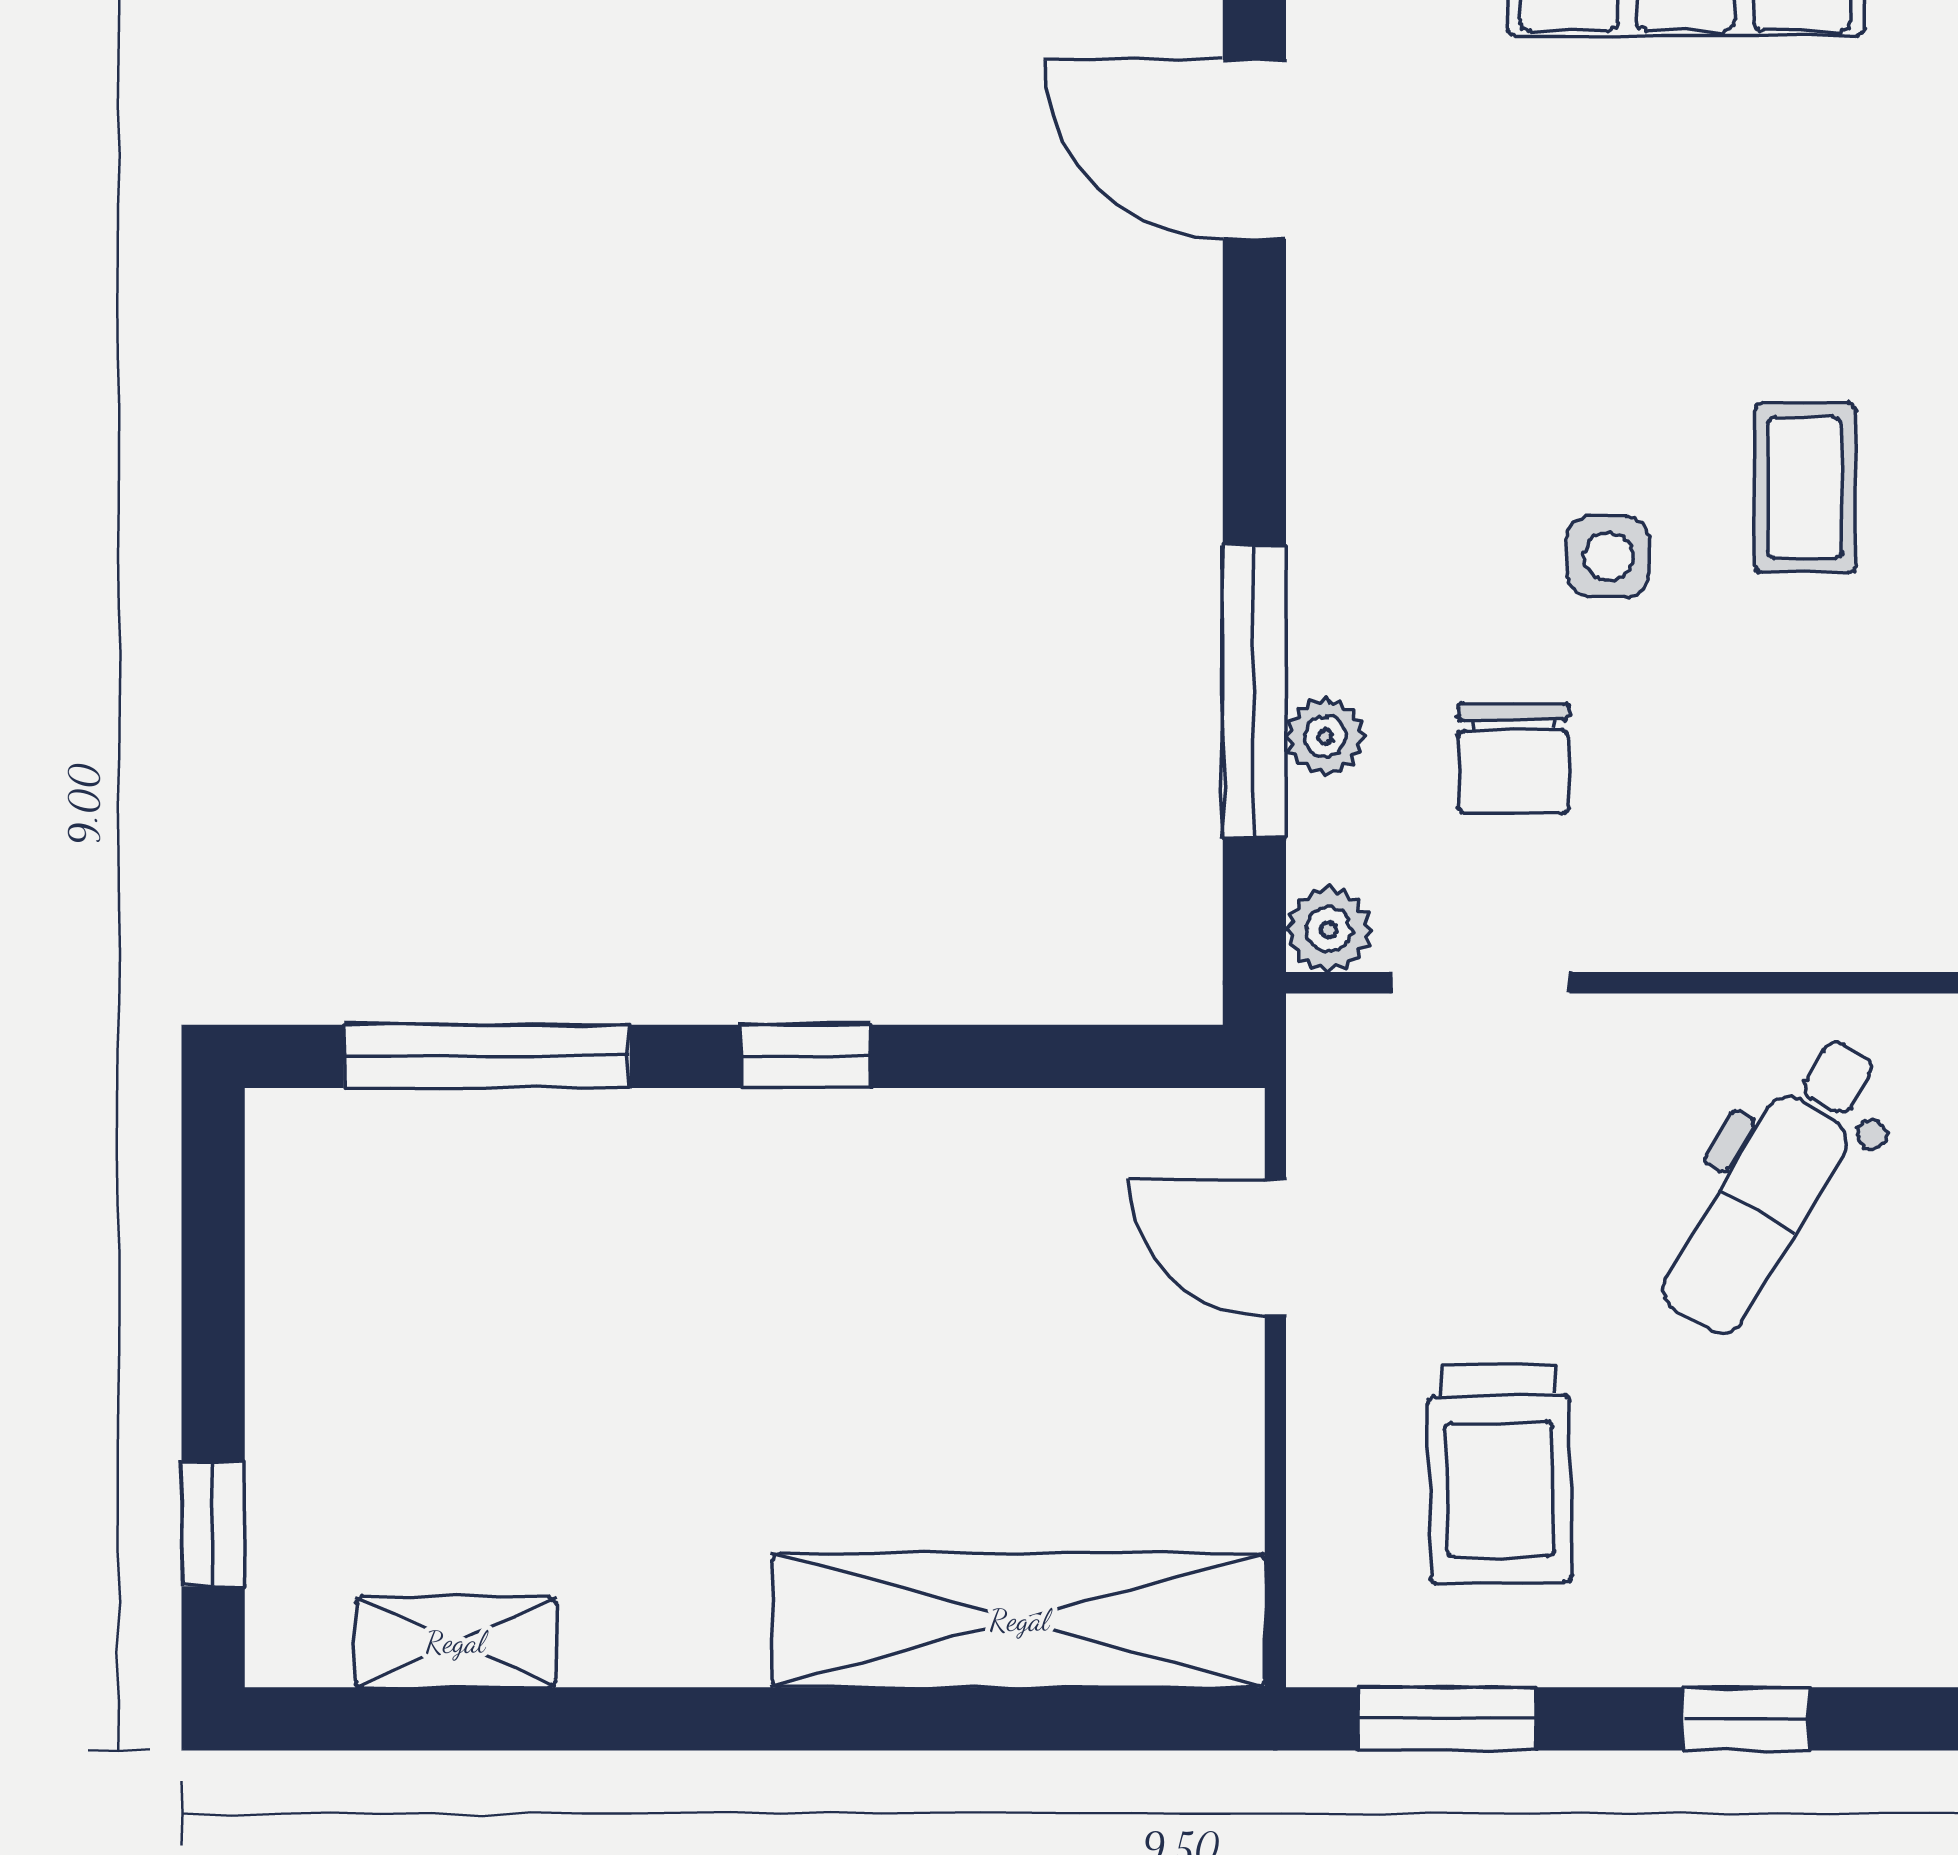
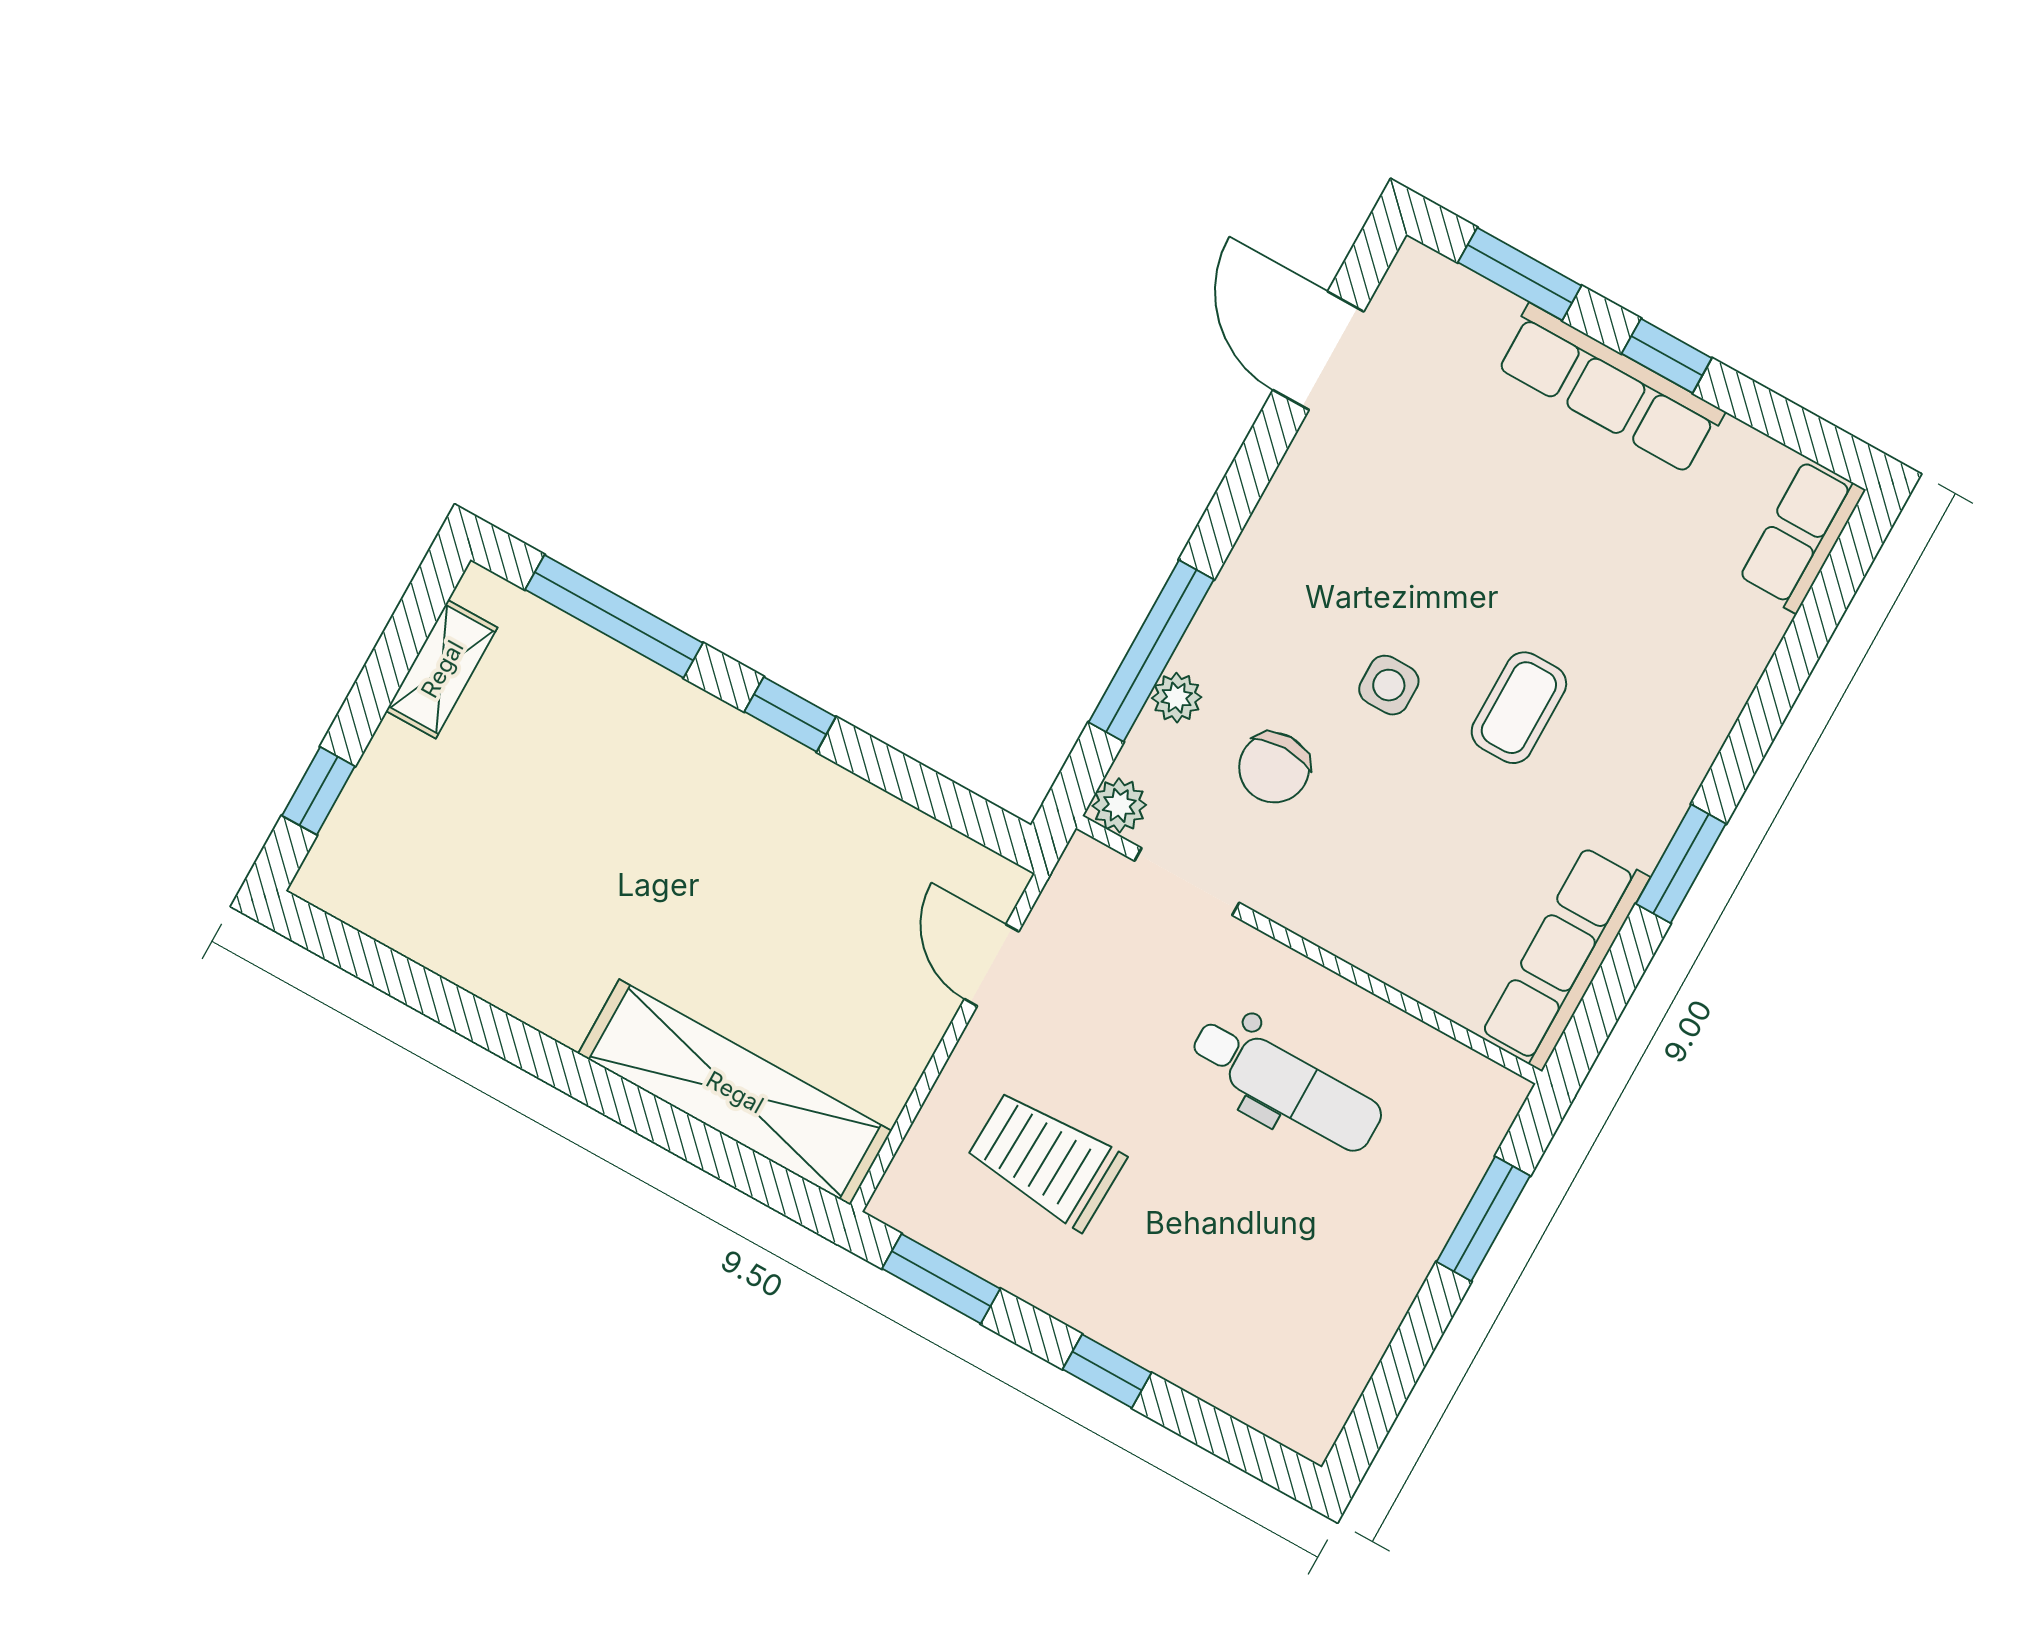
dental chair: (1773, 1185) -> (1286, 1084), turned -121
trolley: (1500, 1474) -> (1046, 1160), turned 93
shelving: (455, 1642) -> (442, 669), moved, turned 90

